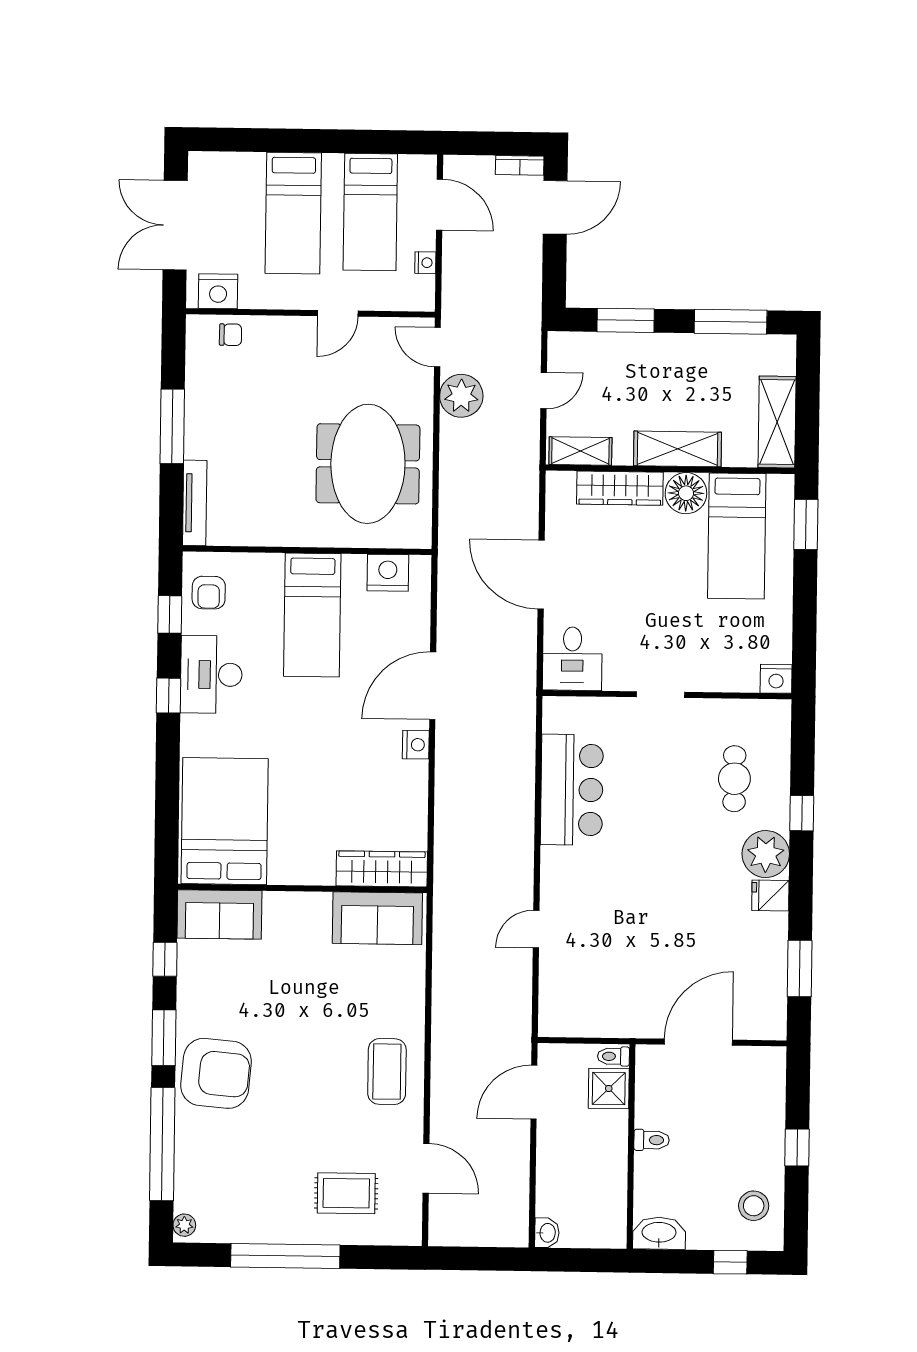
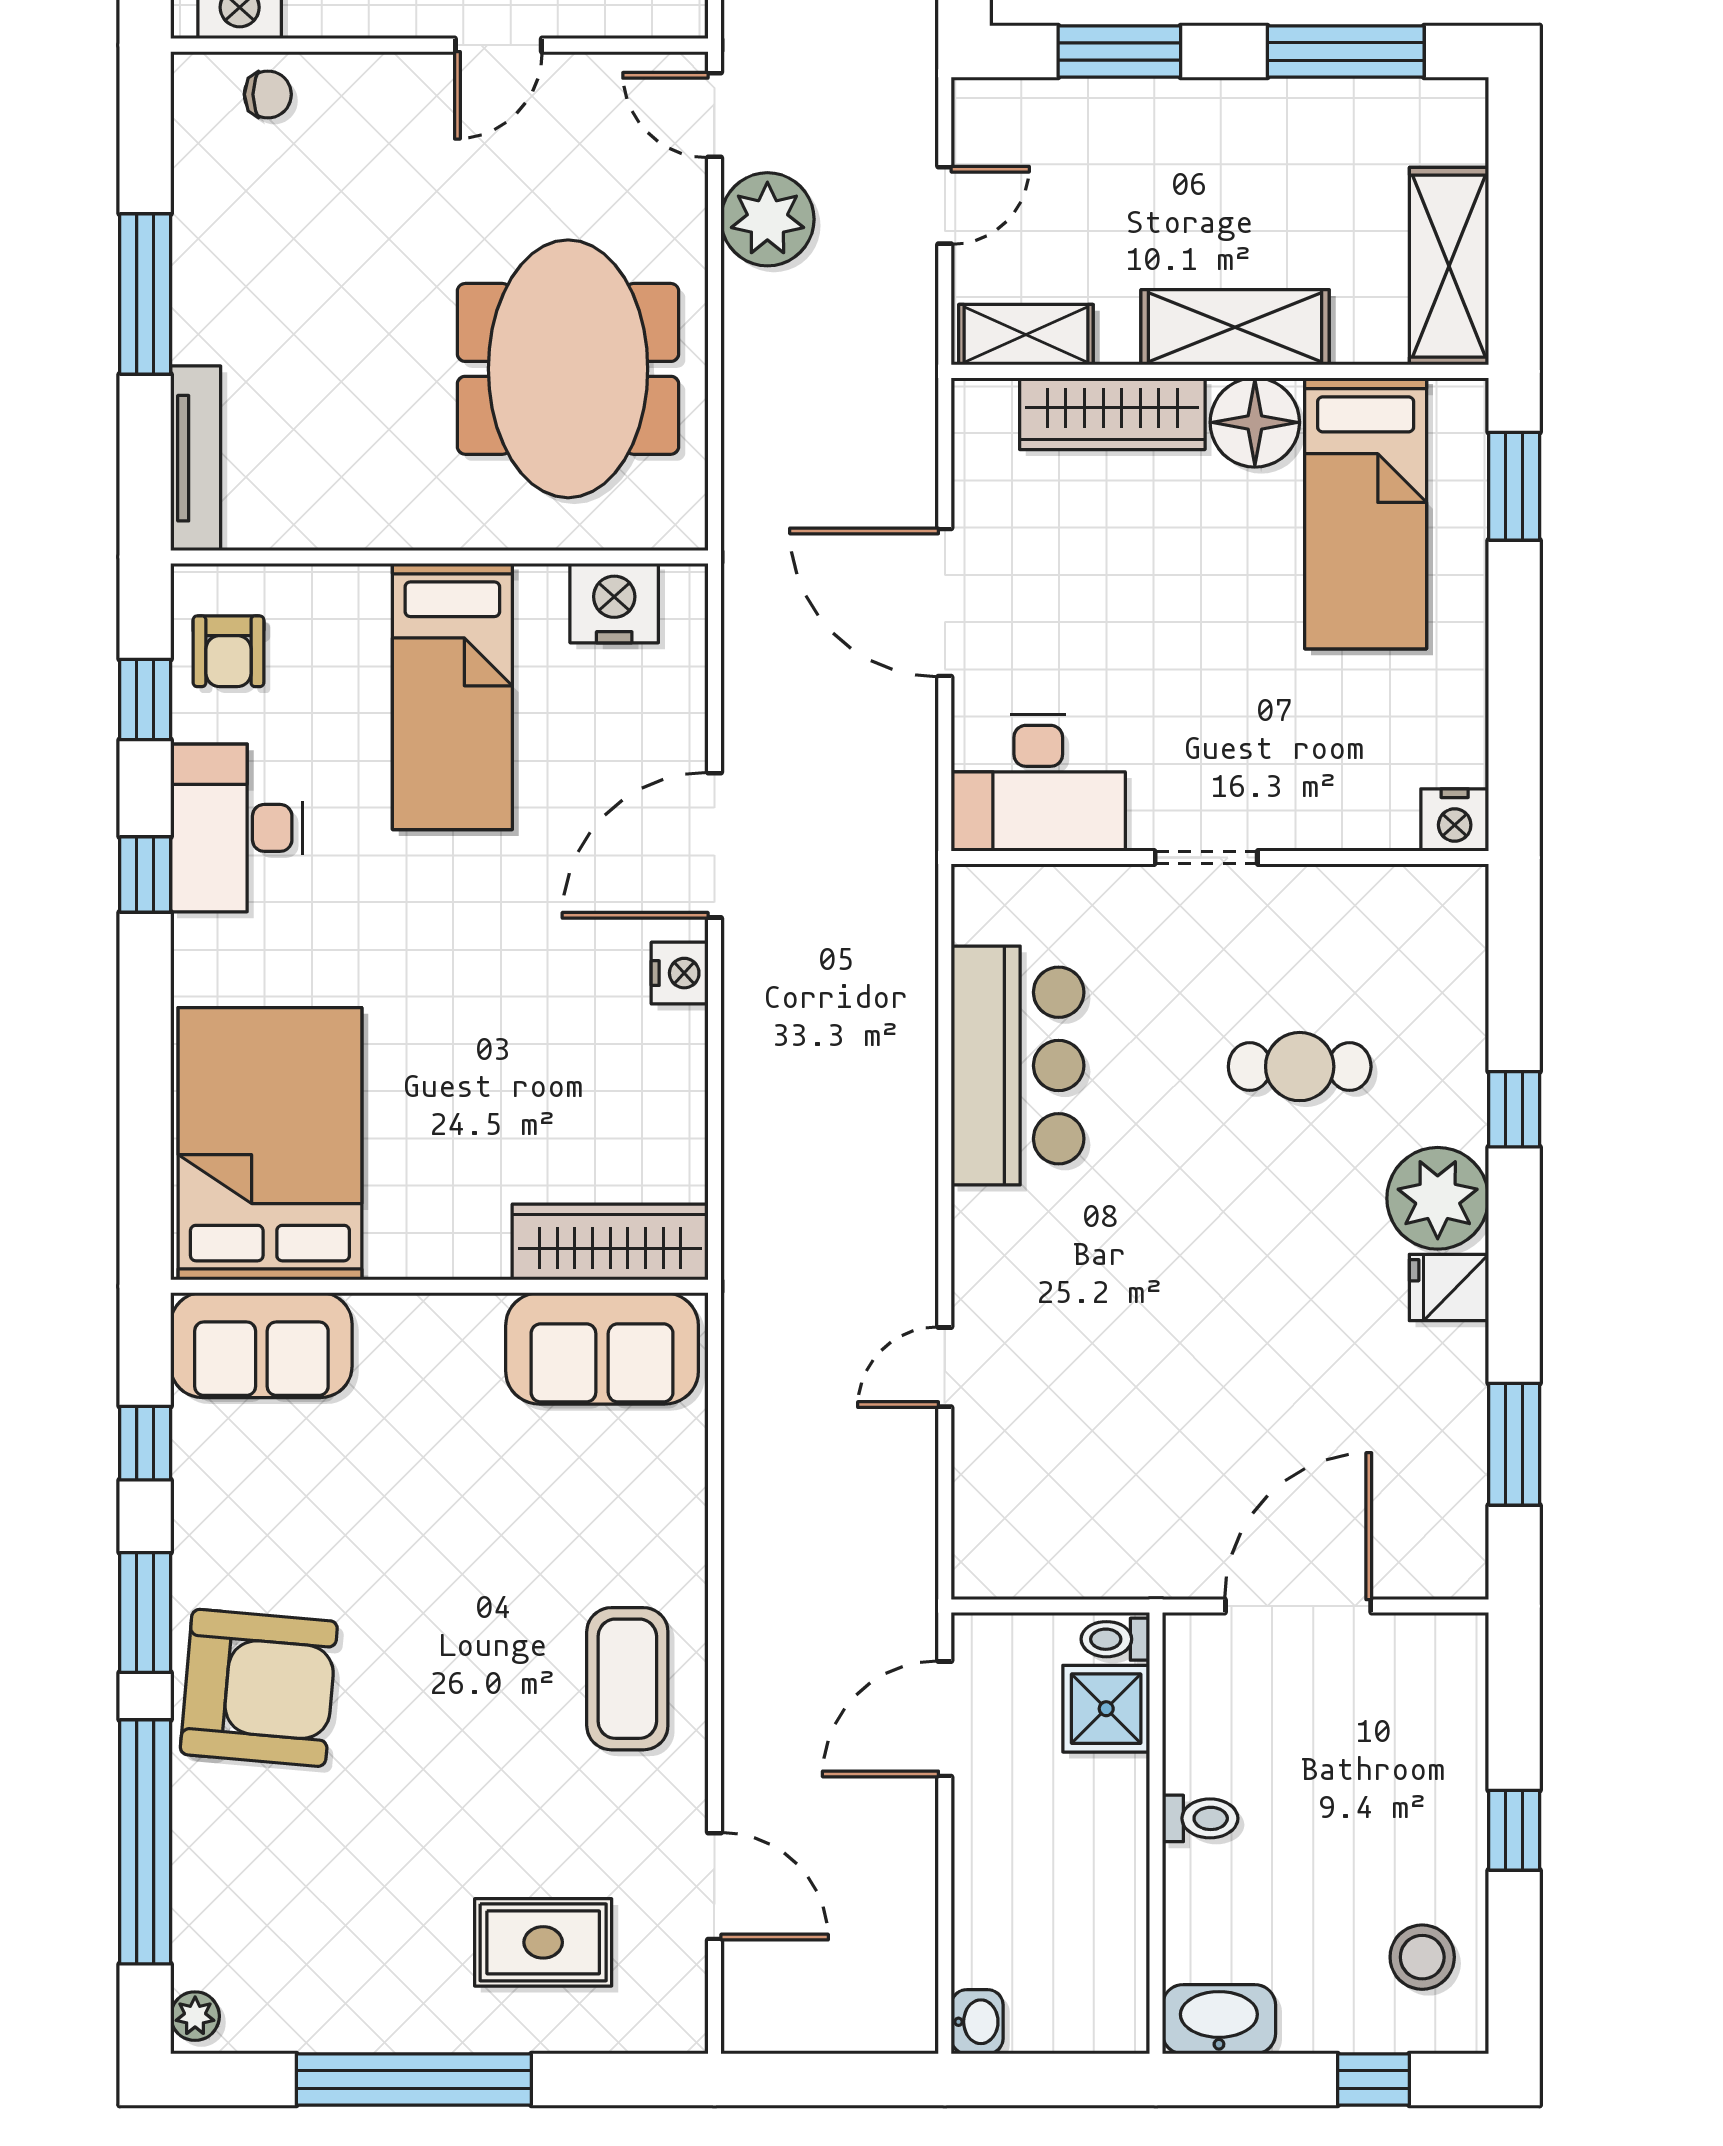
desk: (572, 659) -> (1038, 783), width x1.37
cafe table: (734, 779) -> (1300, 1067), moved, turned 90

